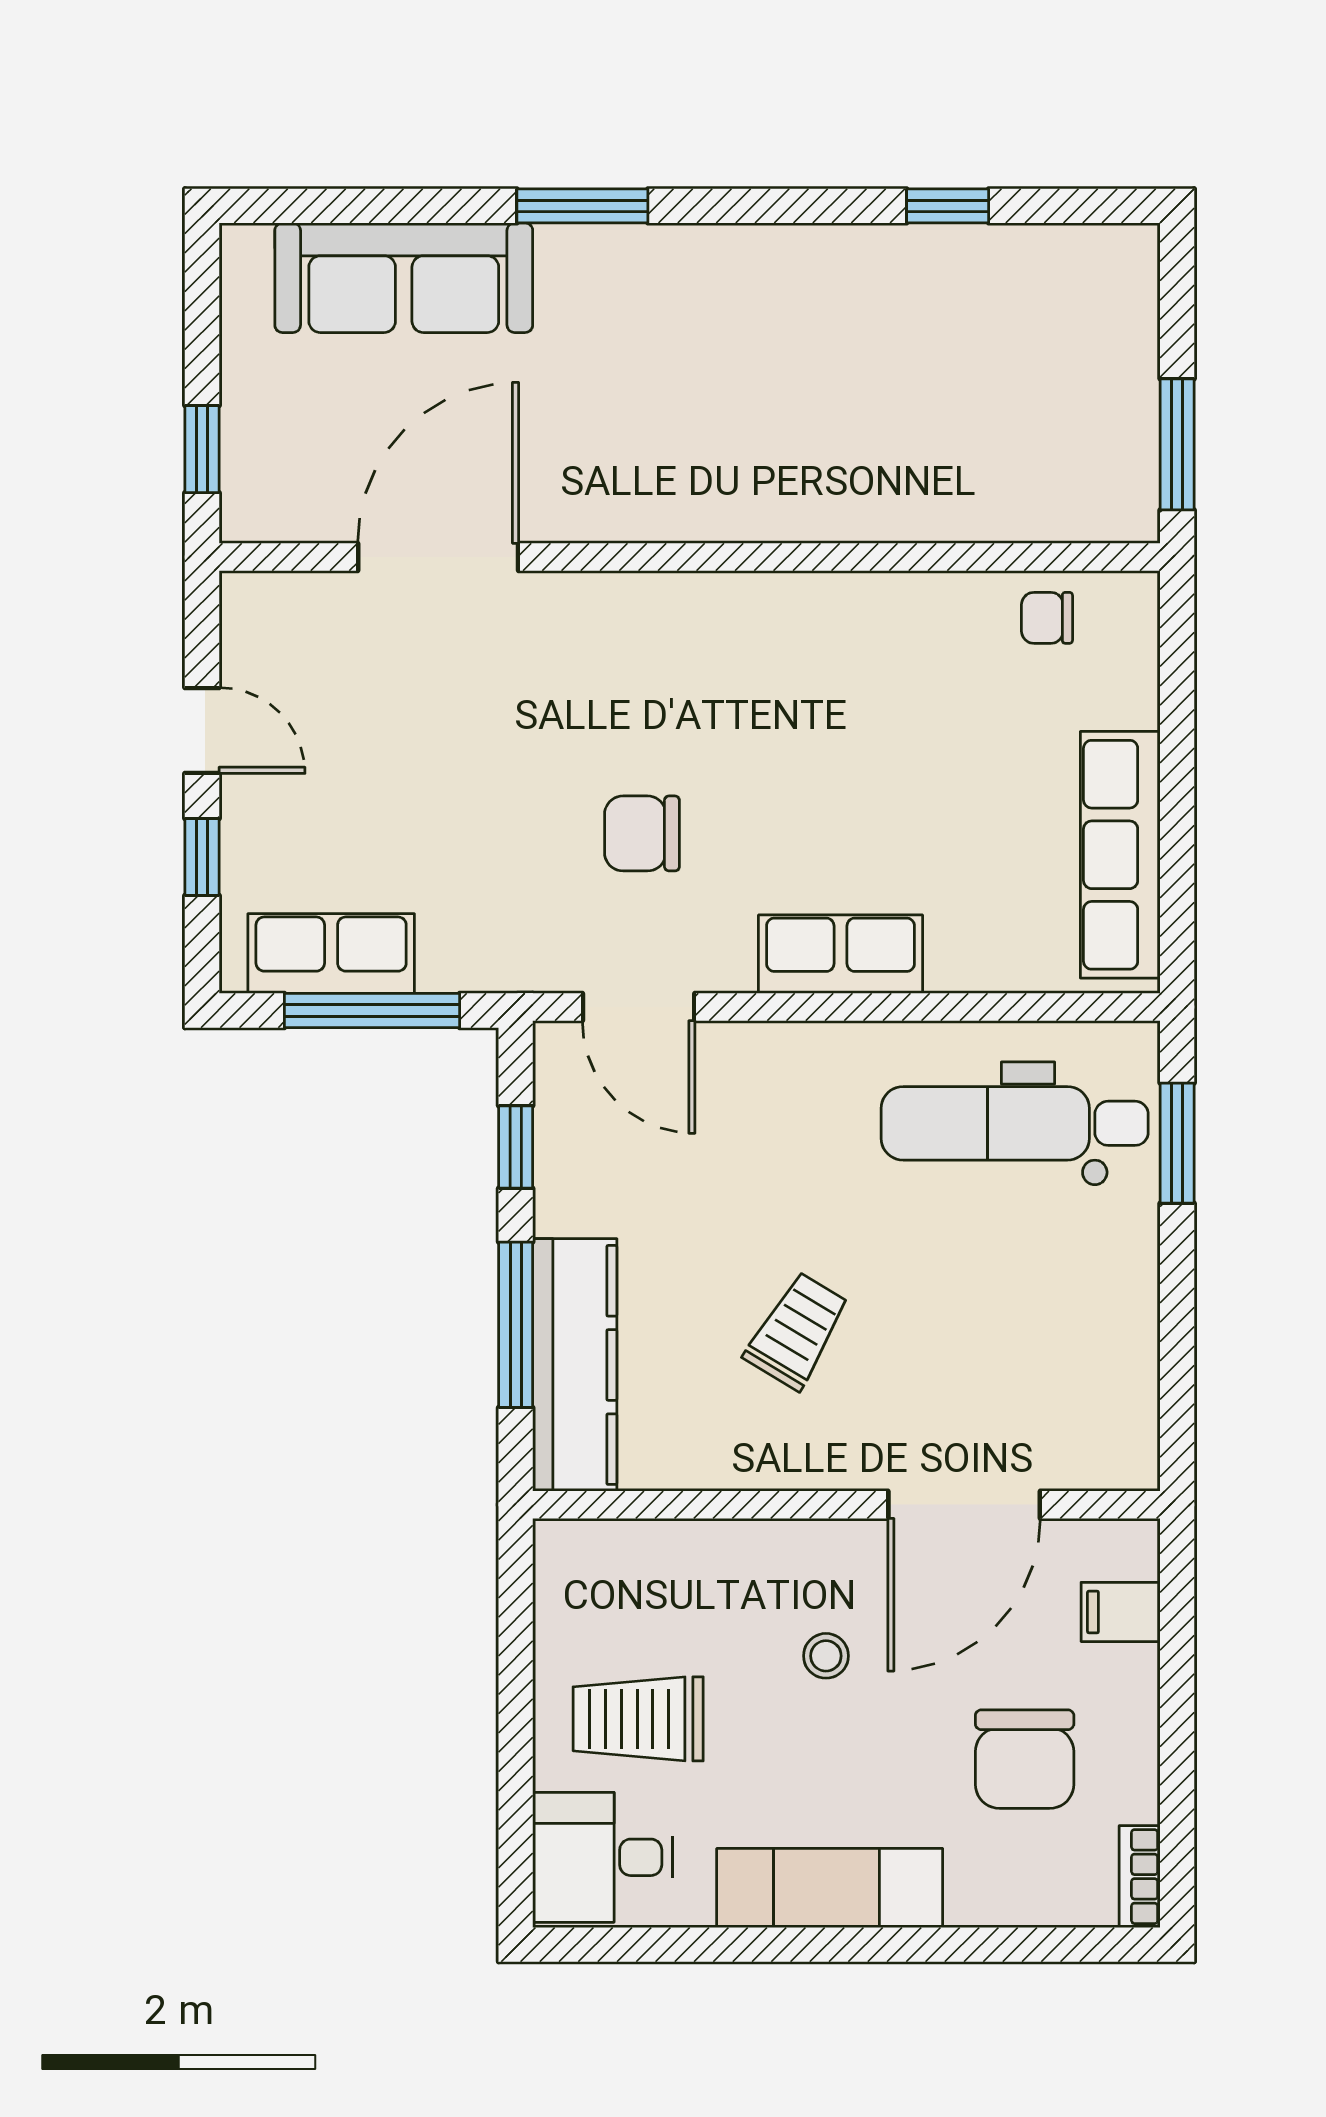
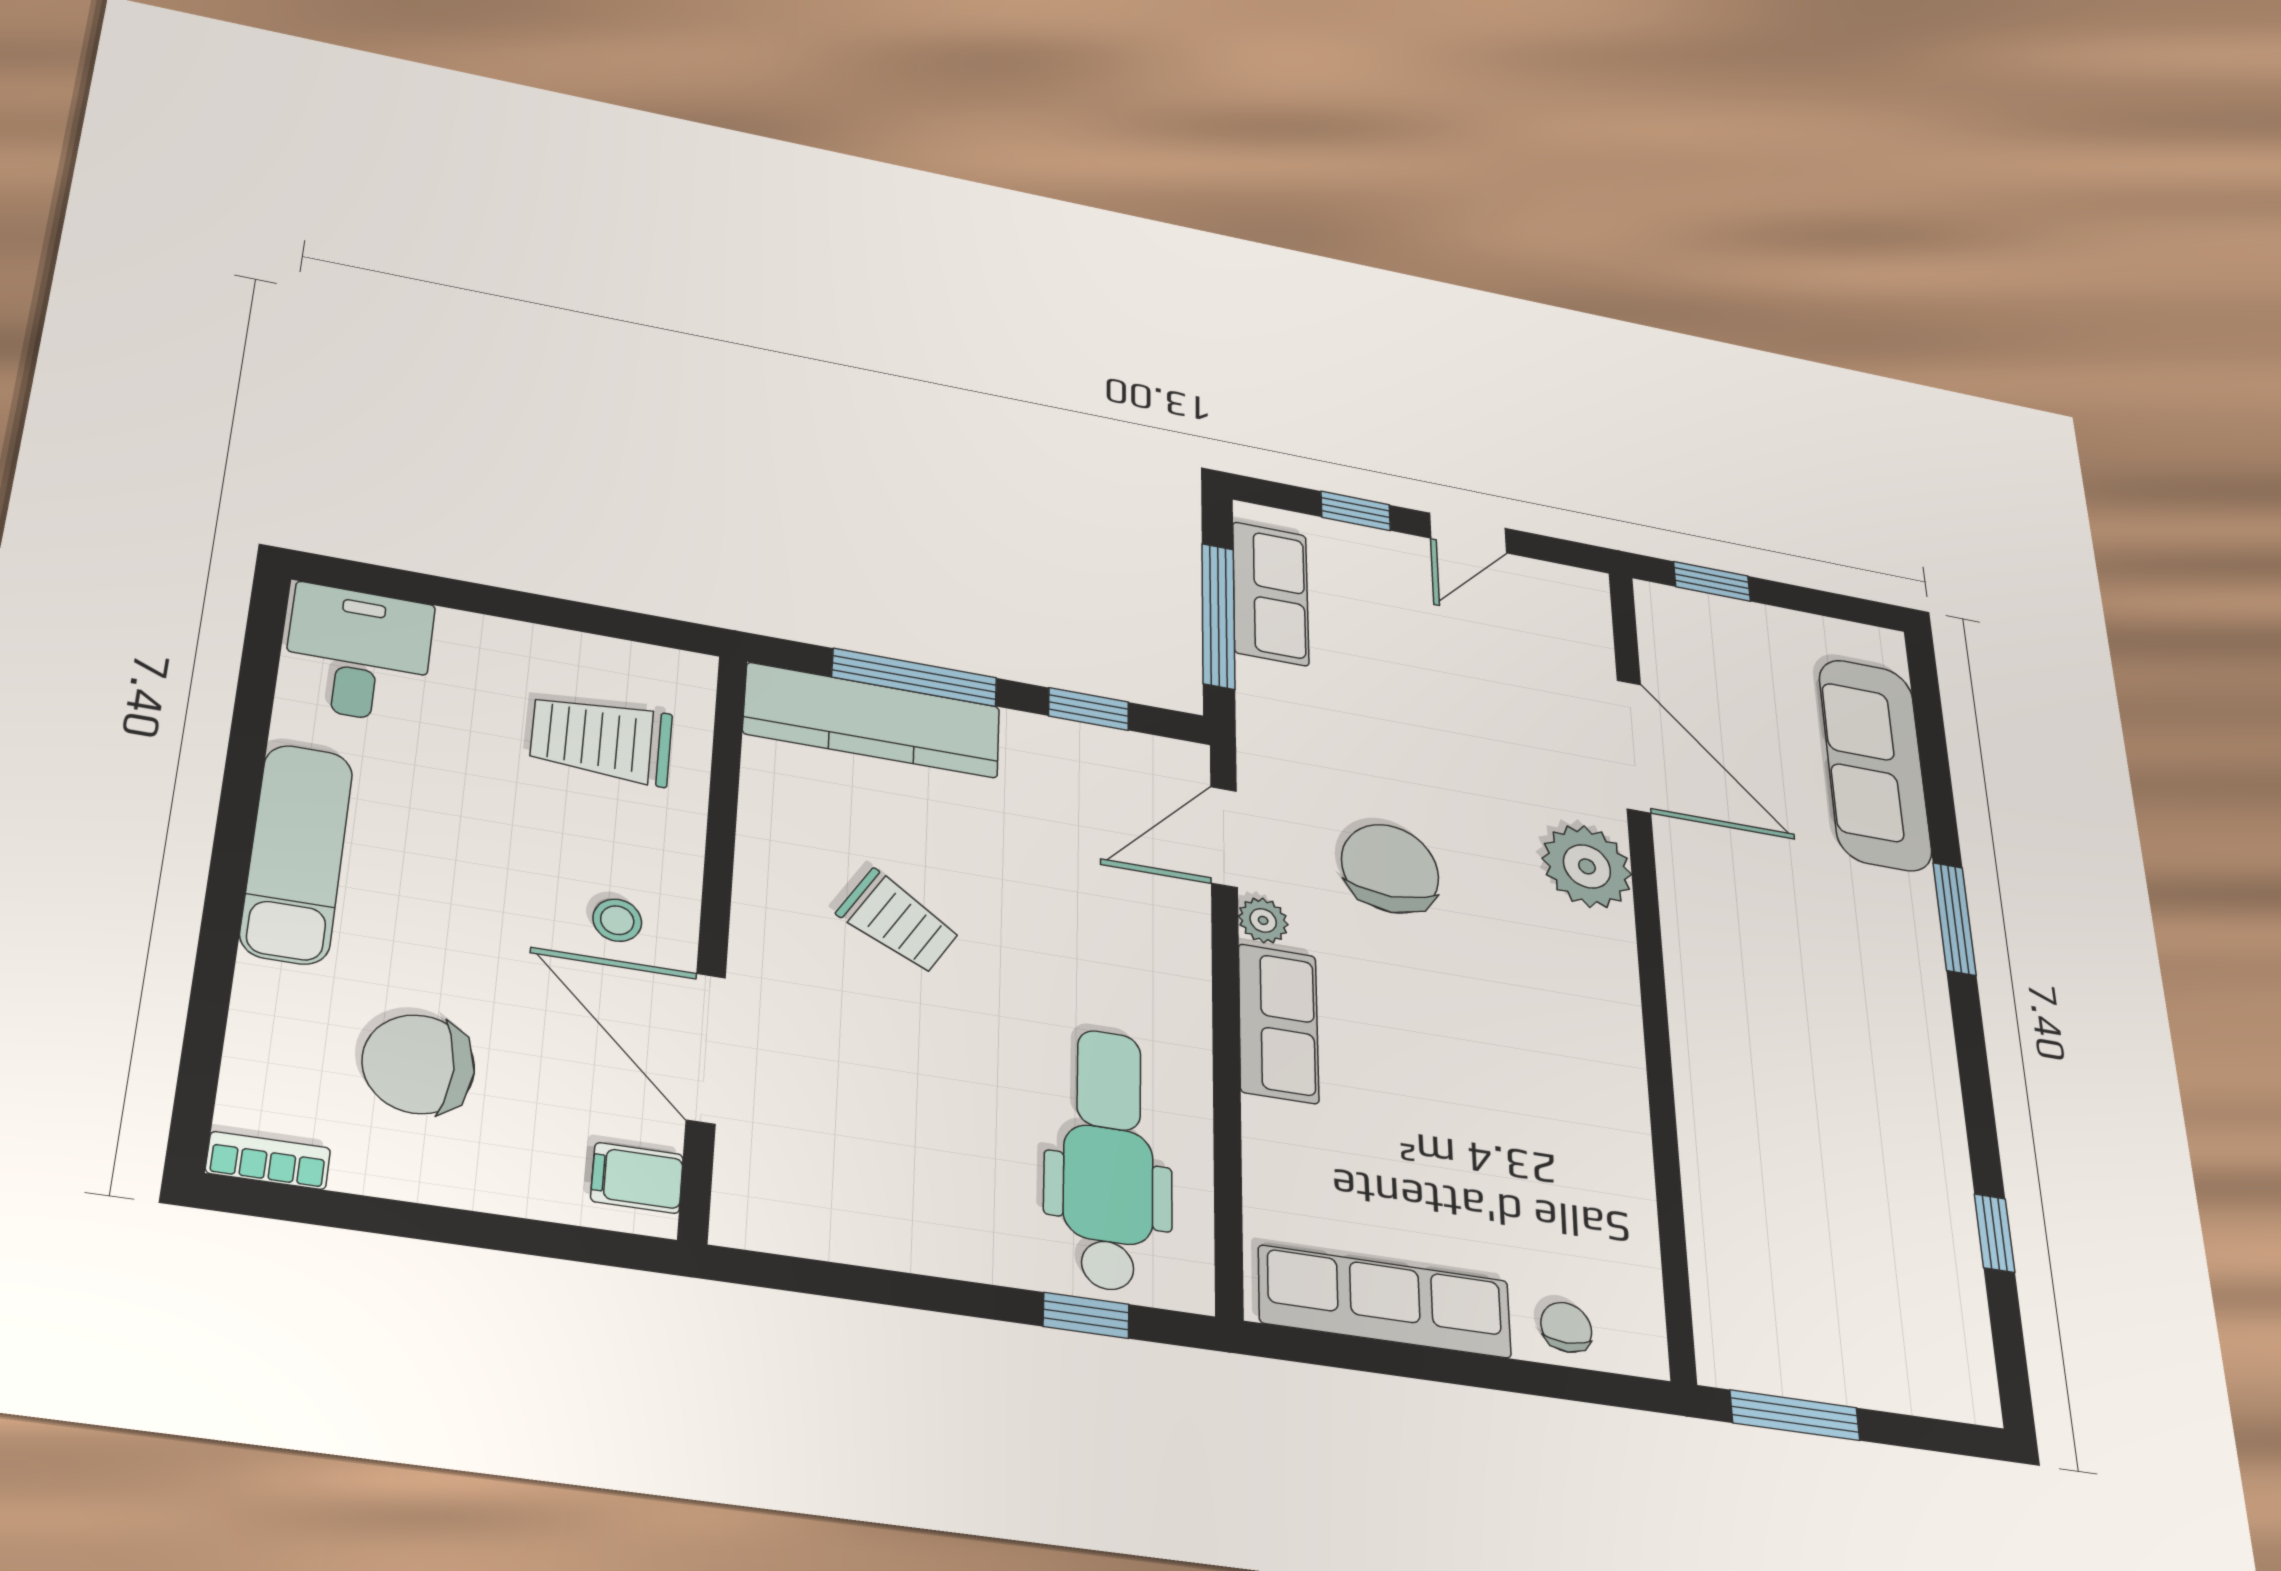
chair: (1047, 618) -> (1566, 1327), moved
plant: (598, 620) -> (1587, 866), added
chair: (642, 833) -> (1390, 869), width x1.37, depth x1.37
plant: (727, 968) -> (1263, 920), added
window: (1177, 1143) -> (1086, 1315), width x0.67
filing cabinet: (1121, 1612) -> (637, 1178), moved, turned -90
stool: (826, 1656) -> (617, 920), moved
trolley: (638, 1719) -> (601, 739), moved, turned -90

